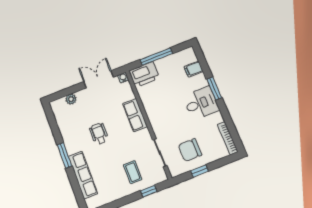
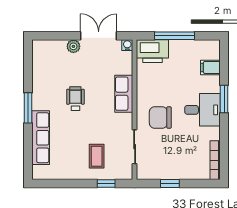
plant: (71, 99) -> (73, 46), moved
chair: (190, 150) -> (160, 118), moved

